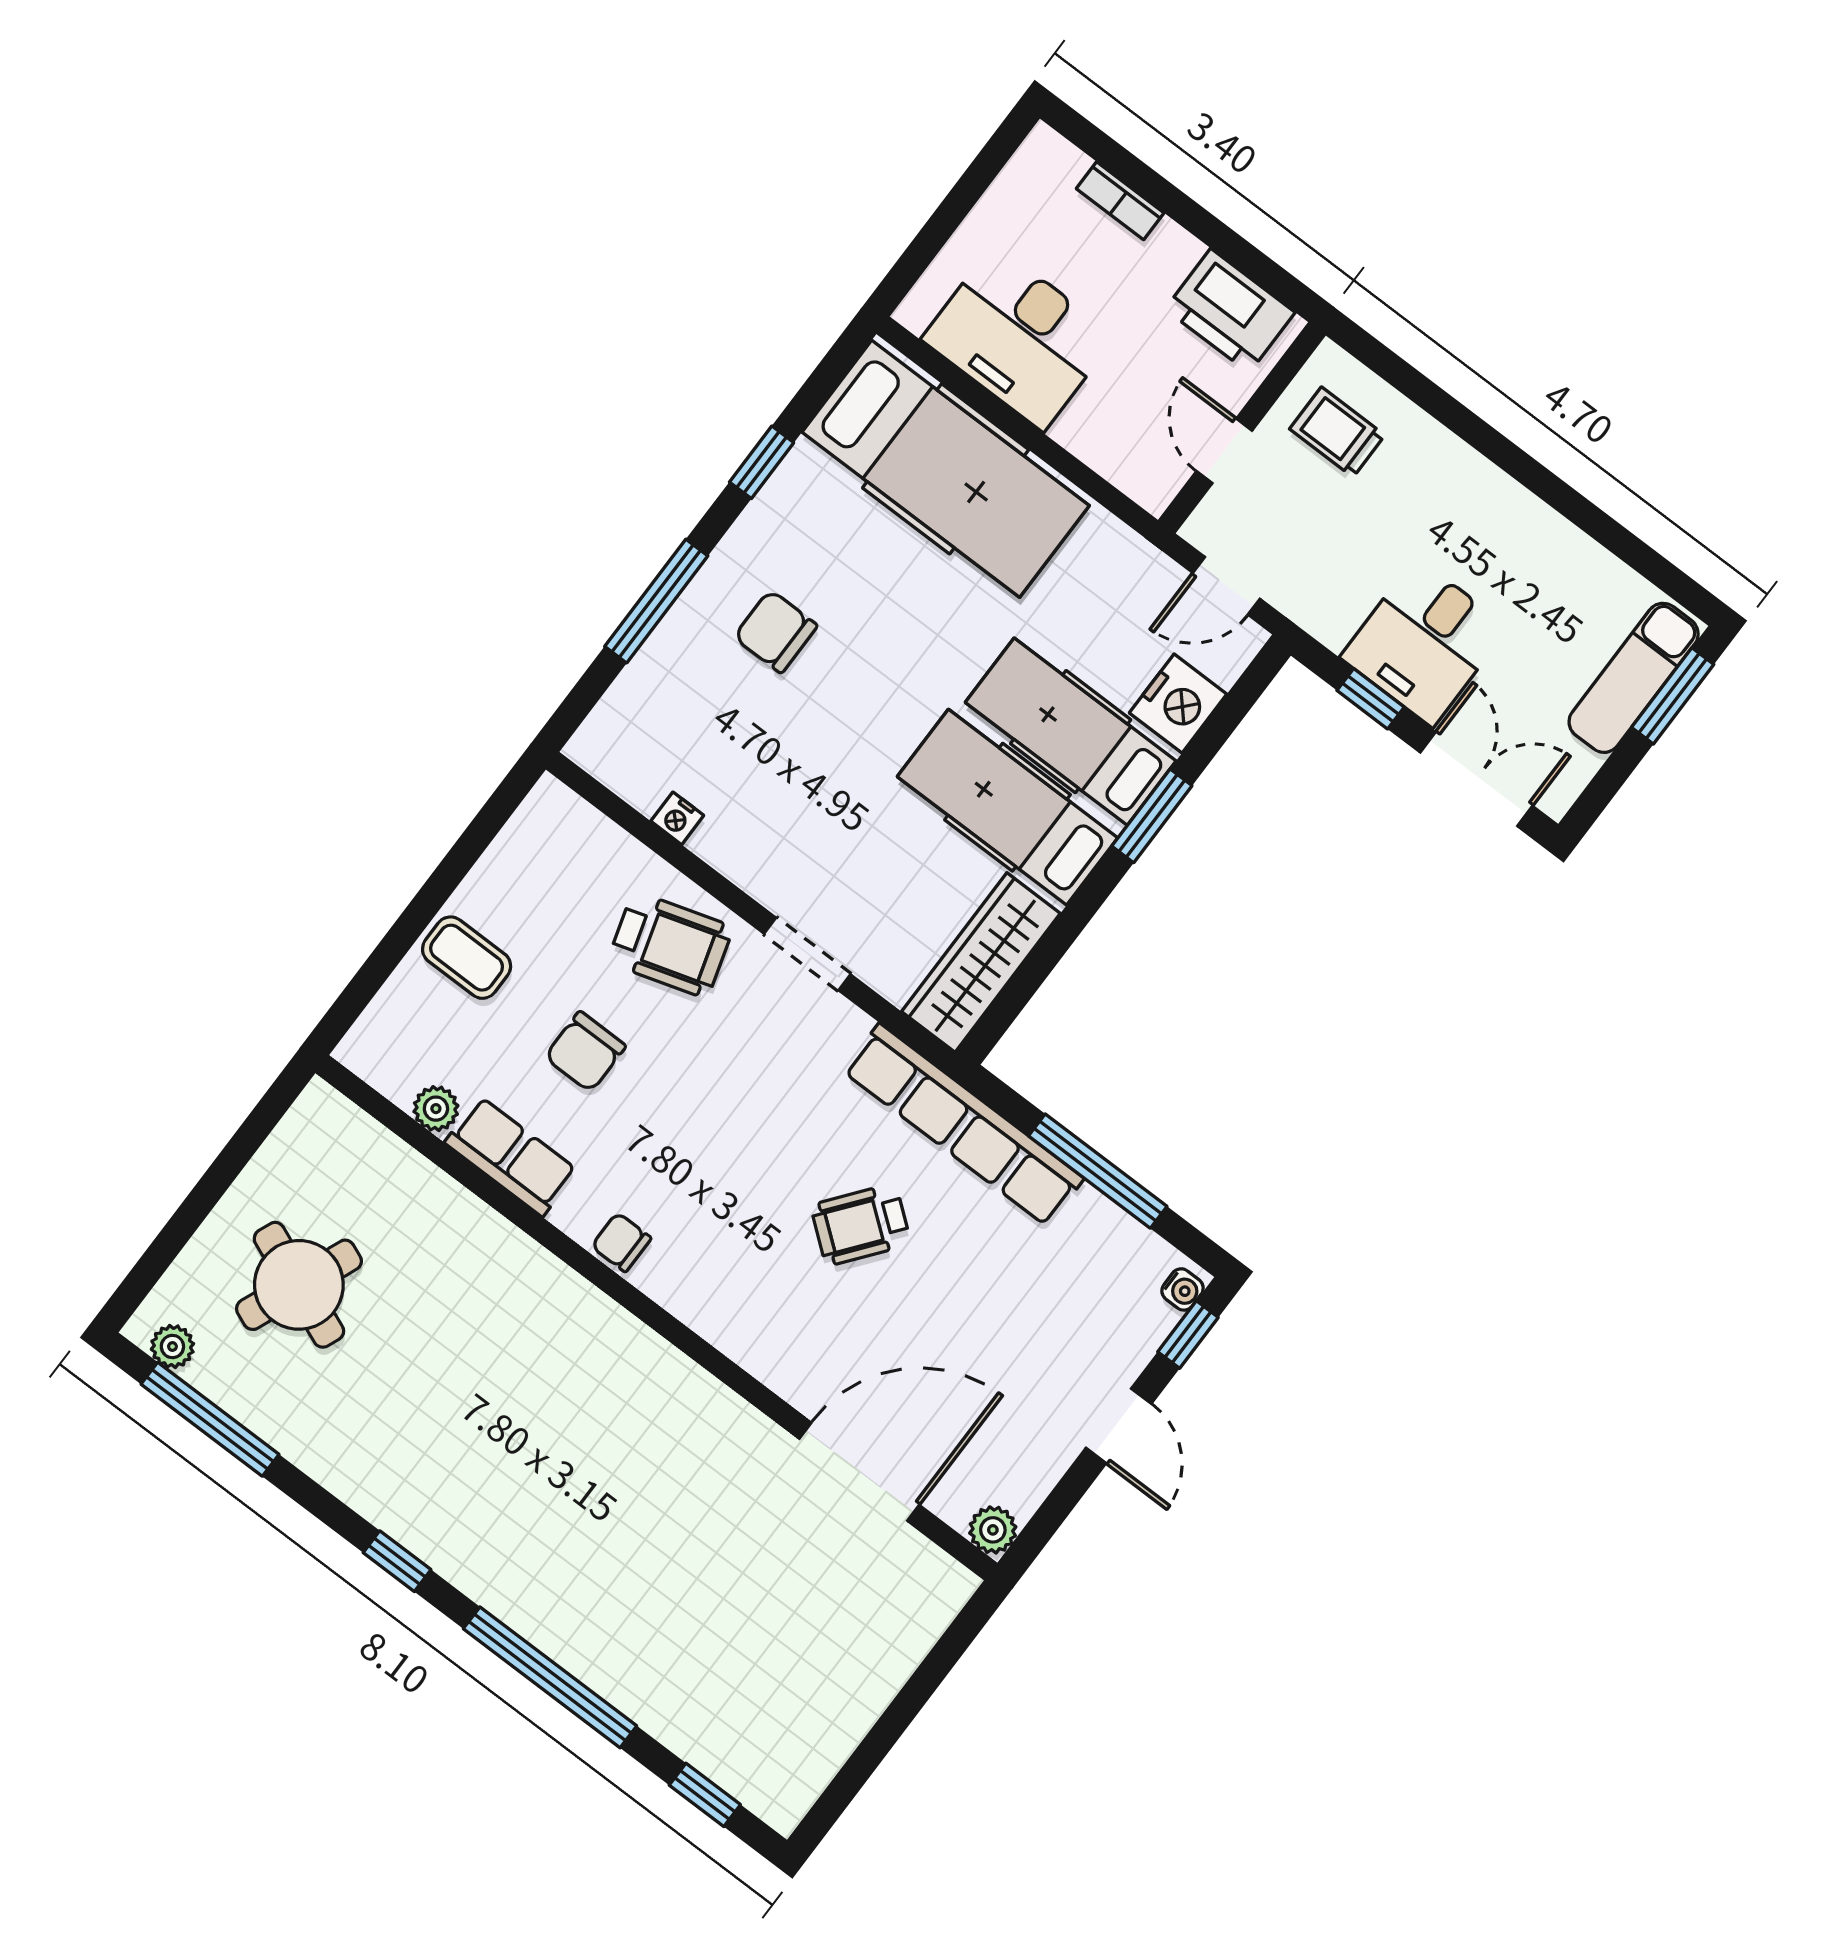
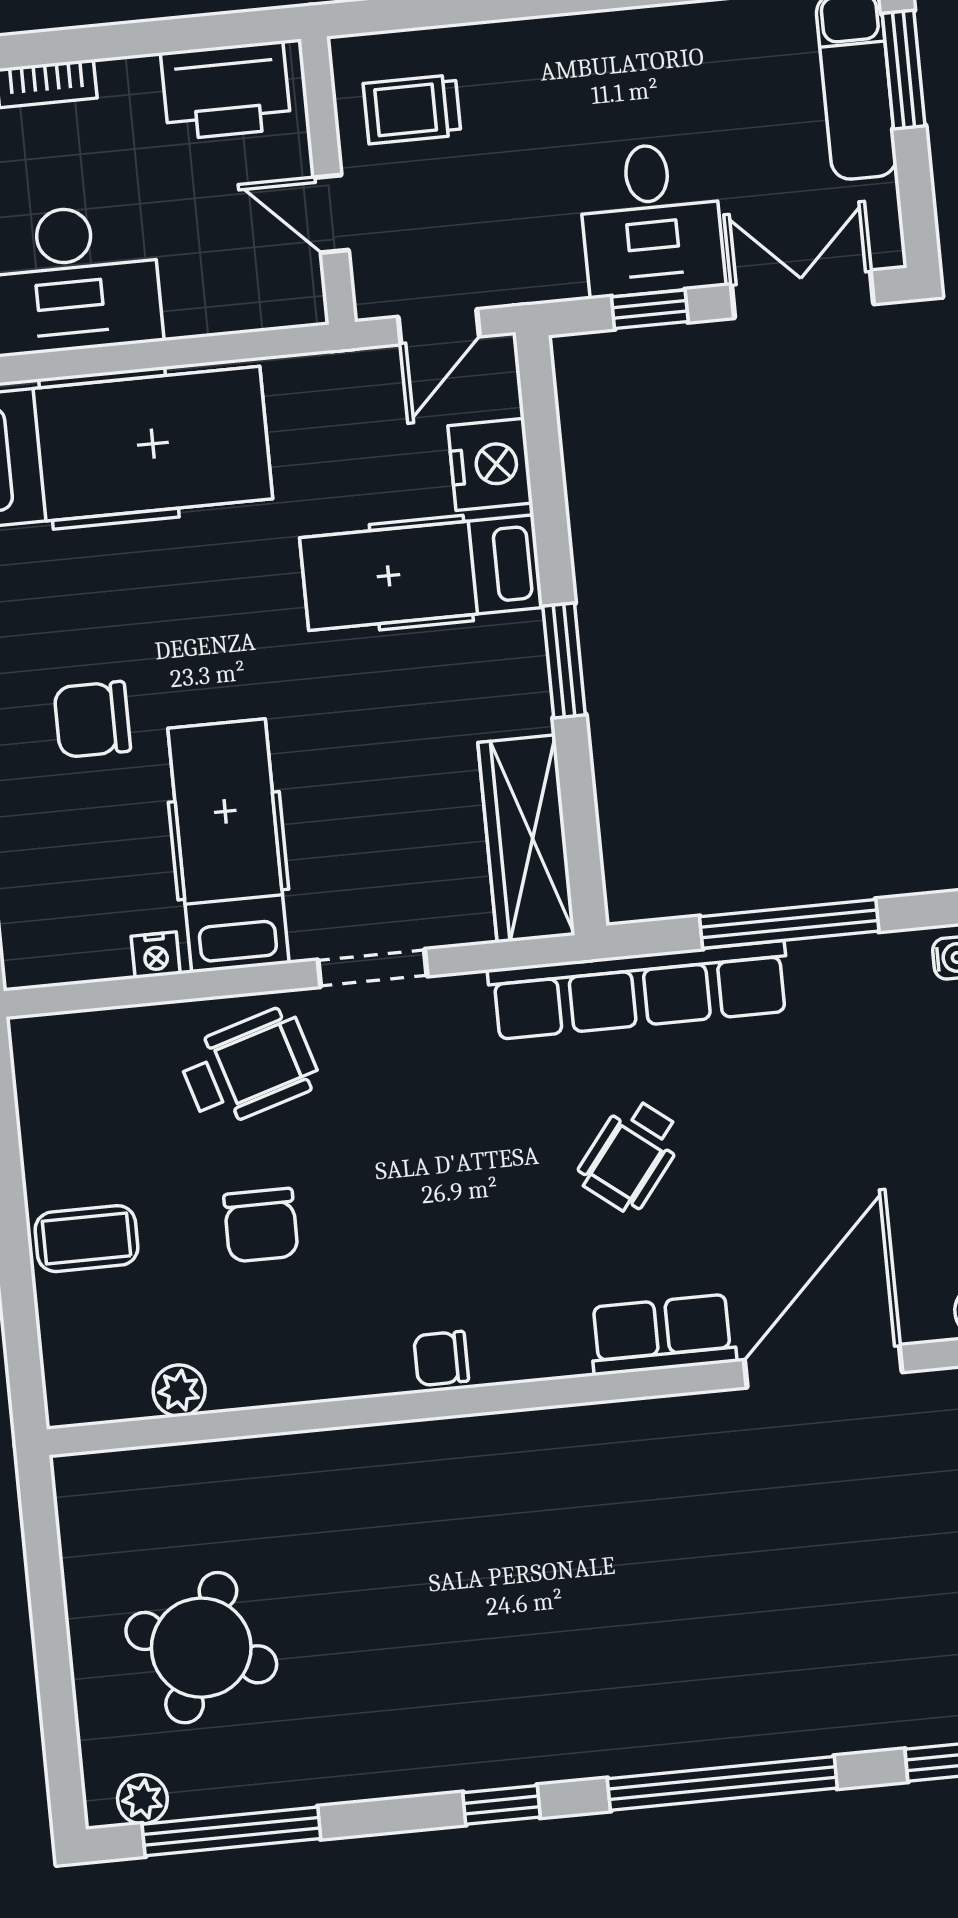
hospital bed: (1007, 807) -> (229, 846), moved, turned 90
window: (1152, 816) -> (564, 661), moved
row of seats: (511, 1156) -> (662, 1335), moved

